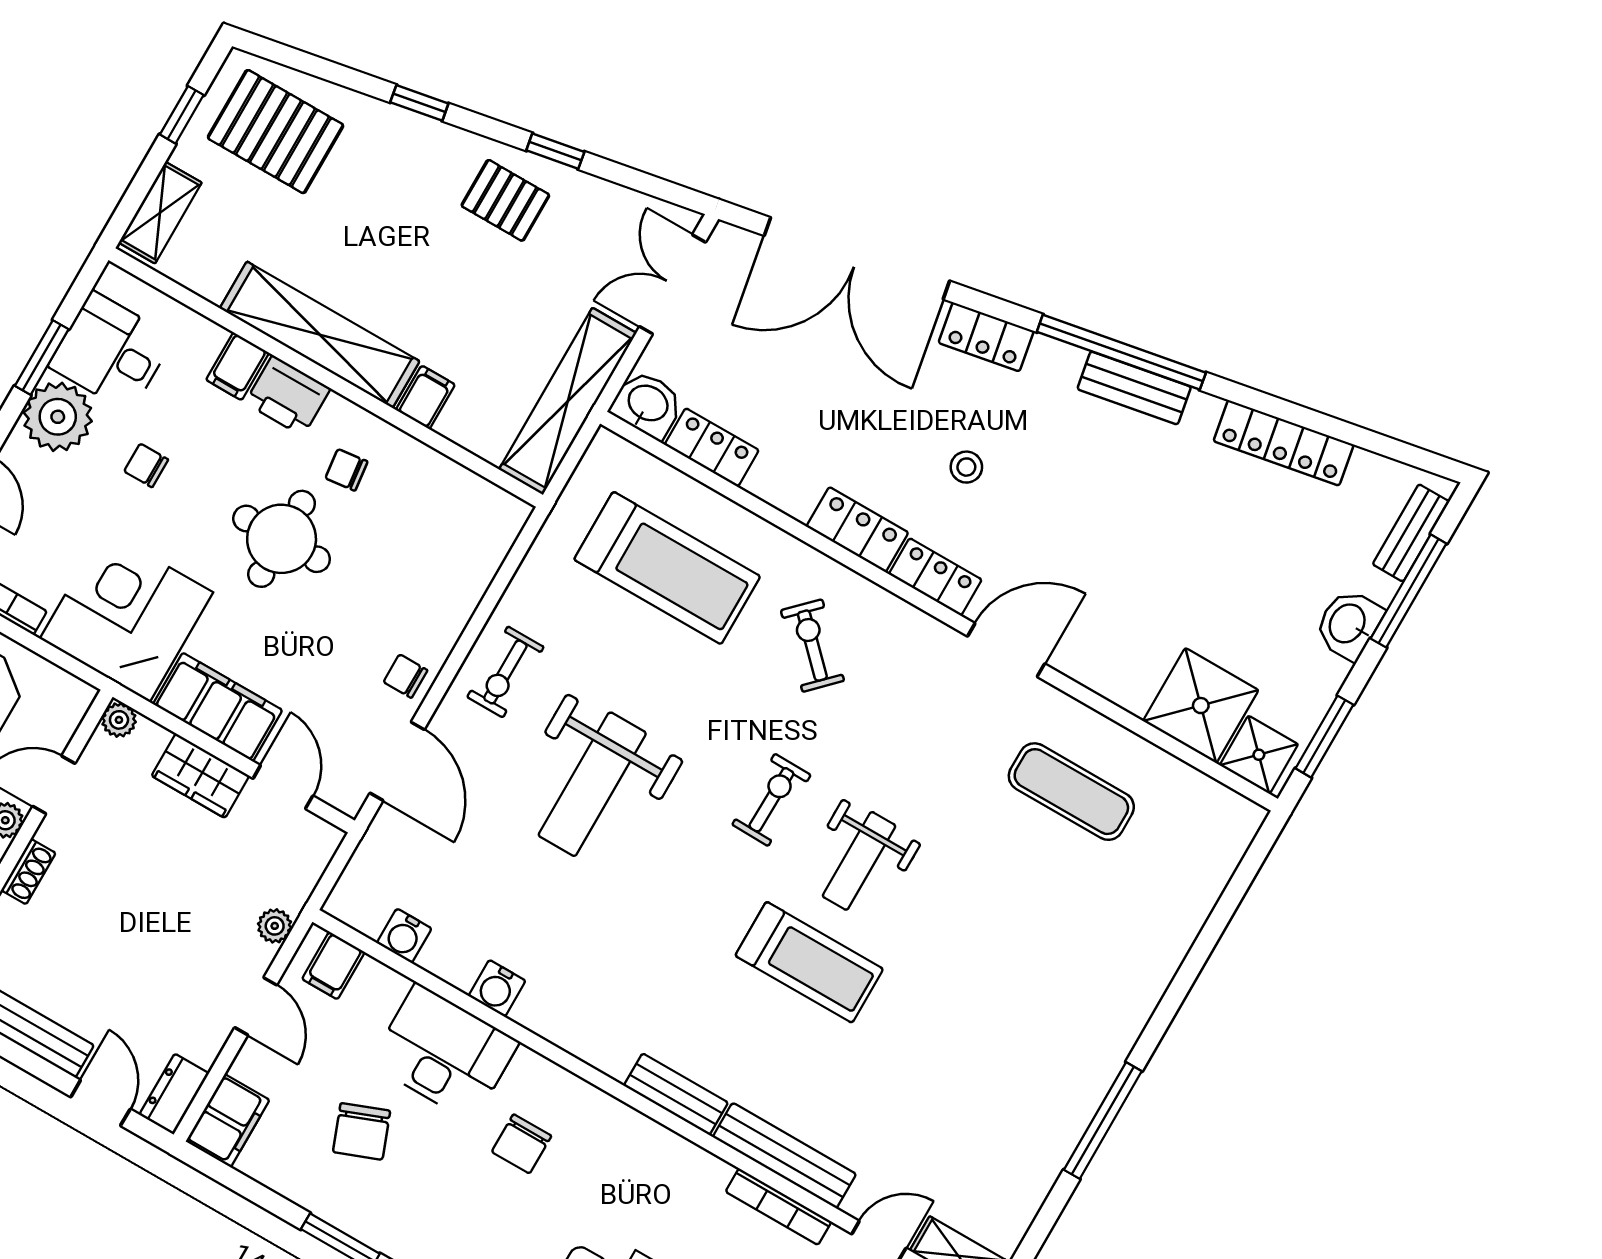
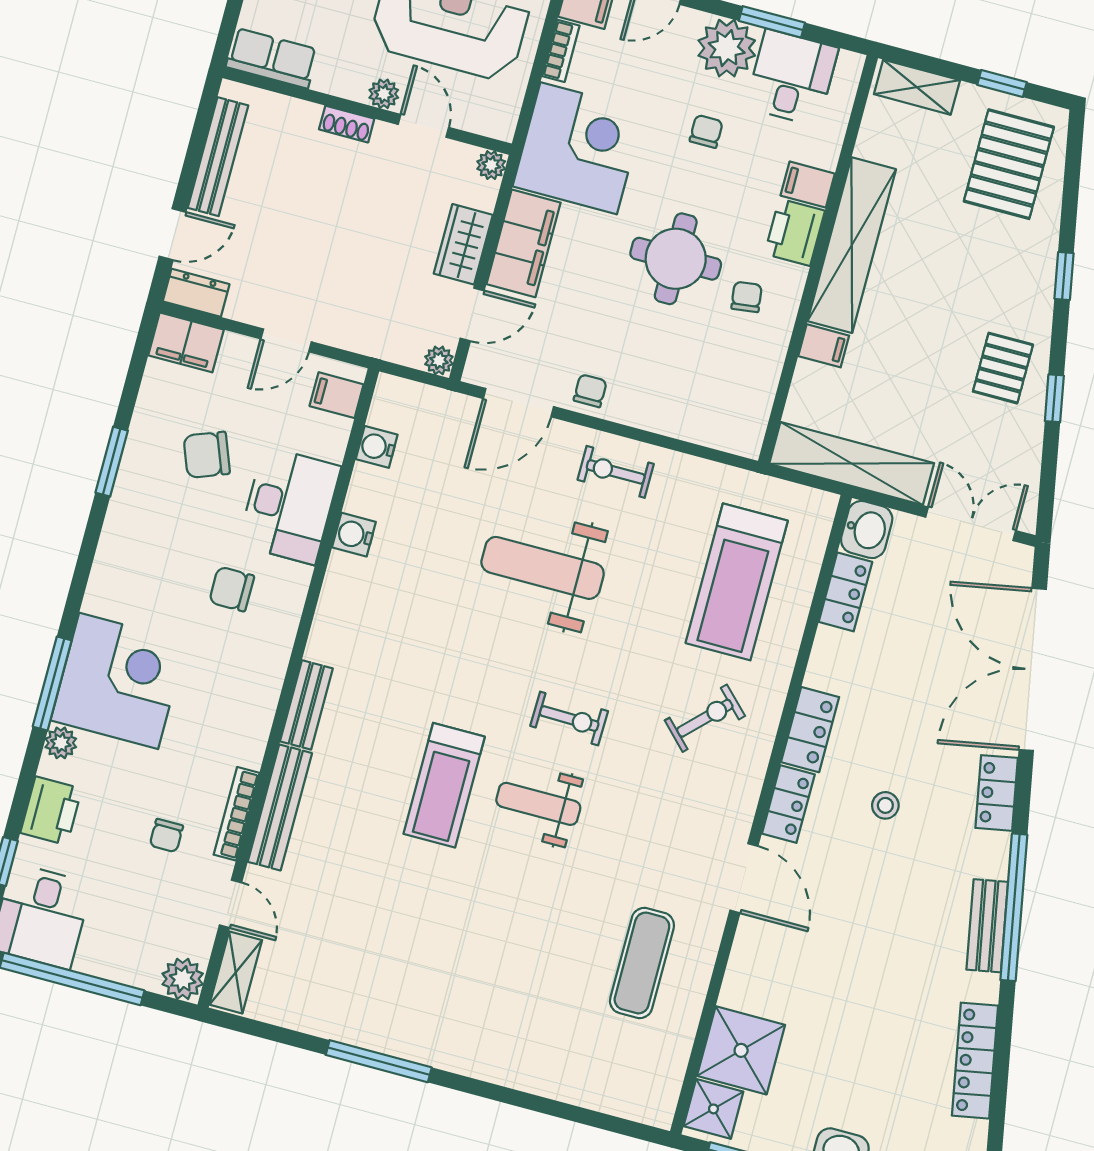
plant: (275, 926) -> (439, 360), moved

